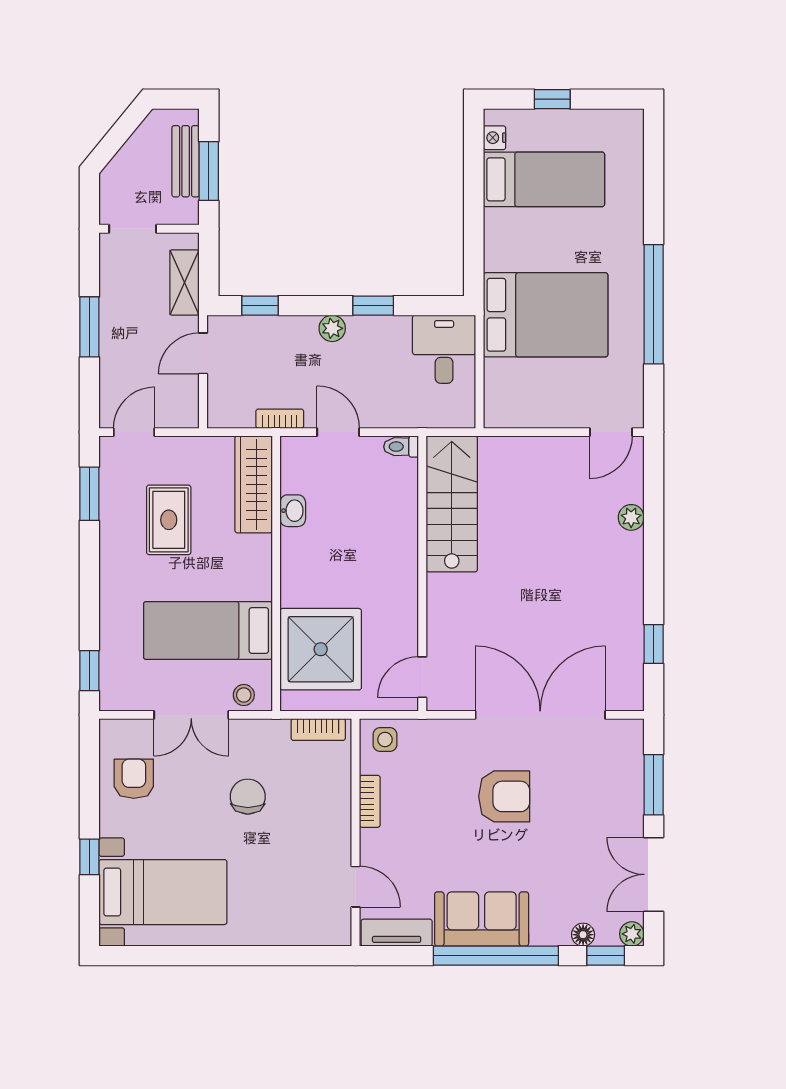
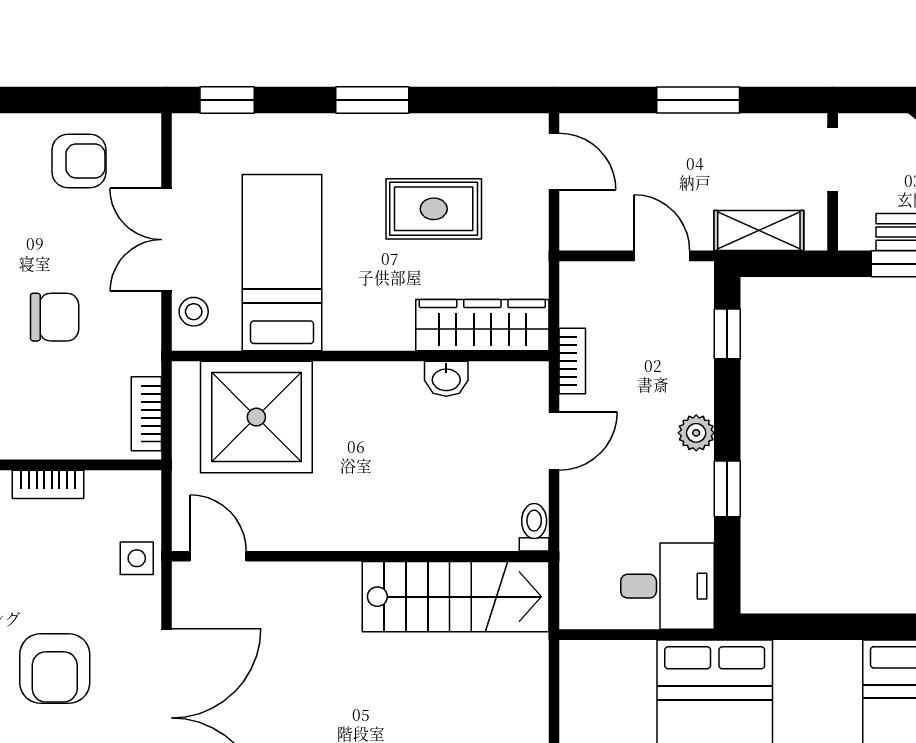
window: (89, 494) -> (372, 100), moved
side table: (385, 740) -> (137, 558), moved

